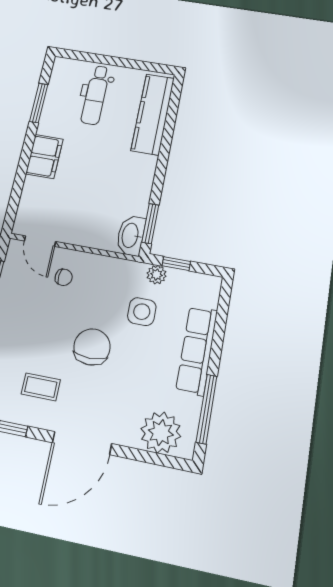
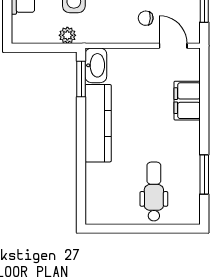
kitchen counter: (153, 114) -> (98, 123), moved
filing cabinet: (44, 157) -> (187, 101), moved
window: (176, 264) -> (52, 48), removed

